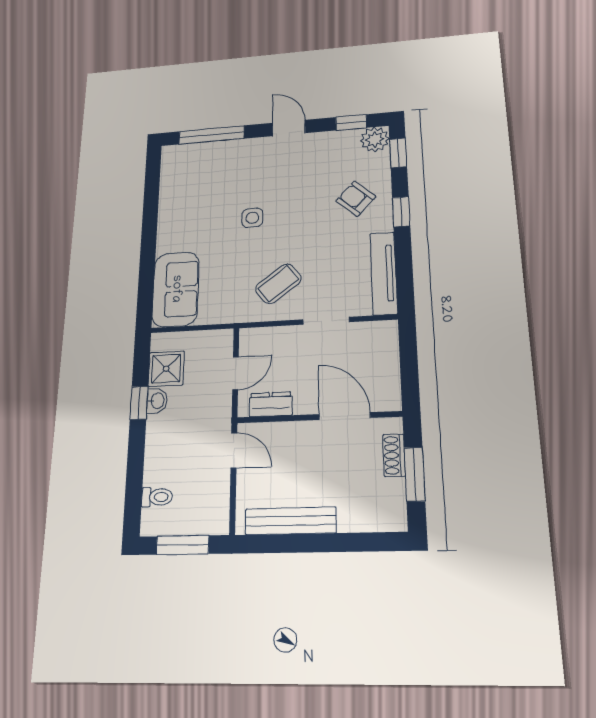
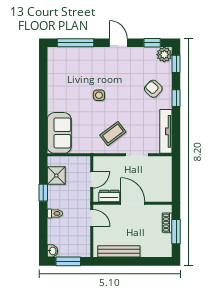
washbasin: (157, 401) -> (52, 251), moved
door: (345, 416) -> (133, 203), moved
toilet: (157, 497) -> (55, 213), moved

